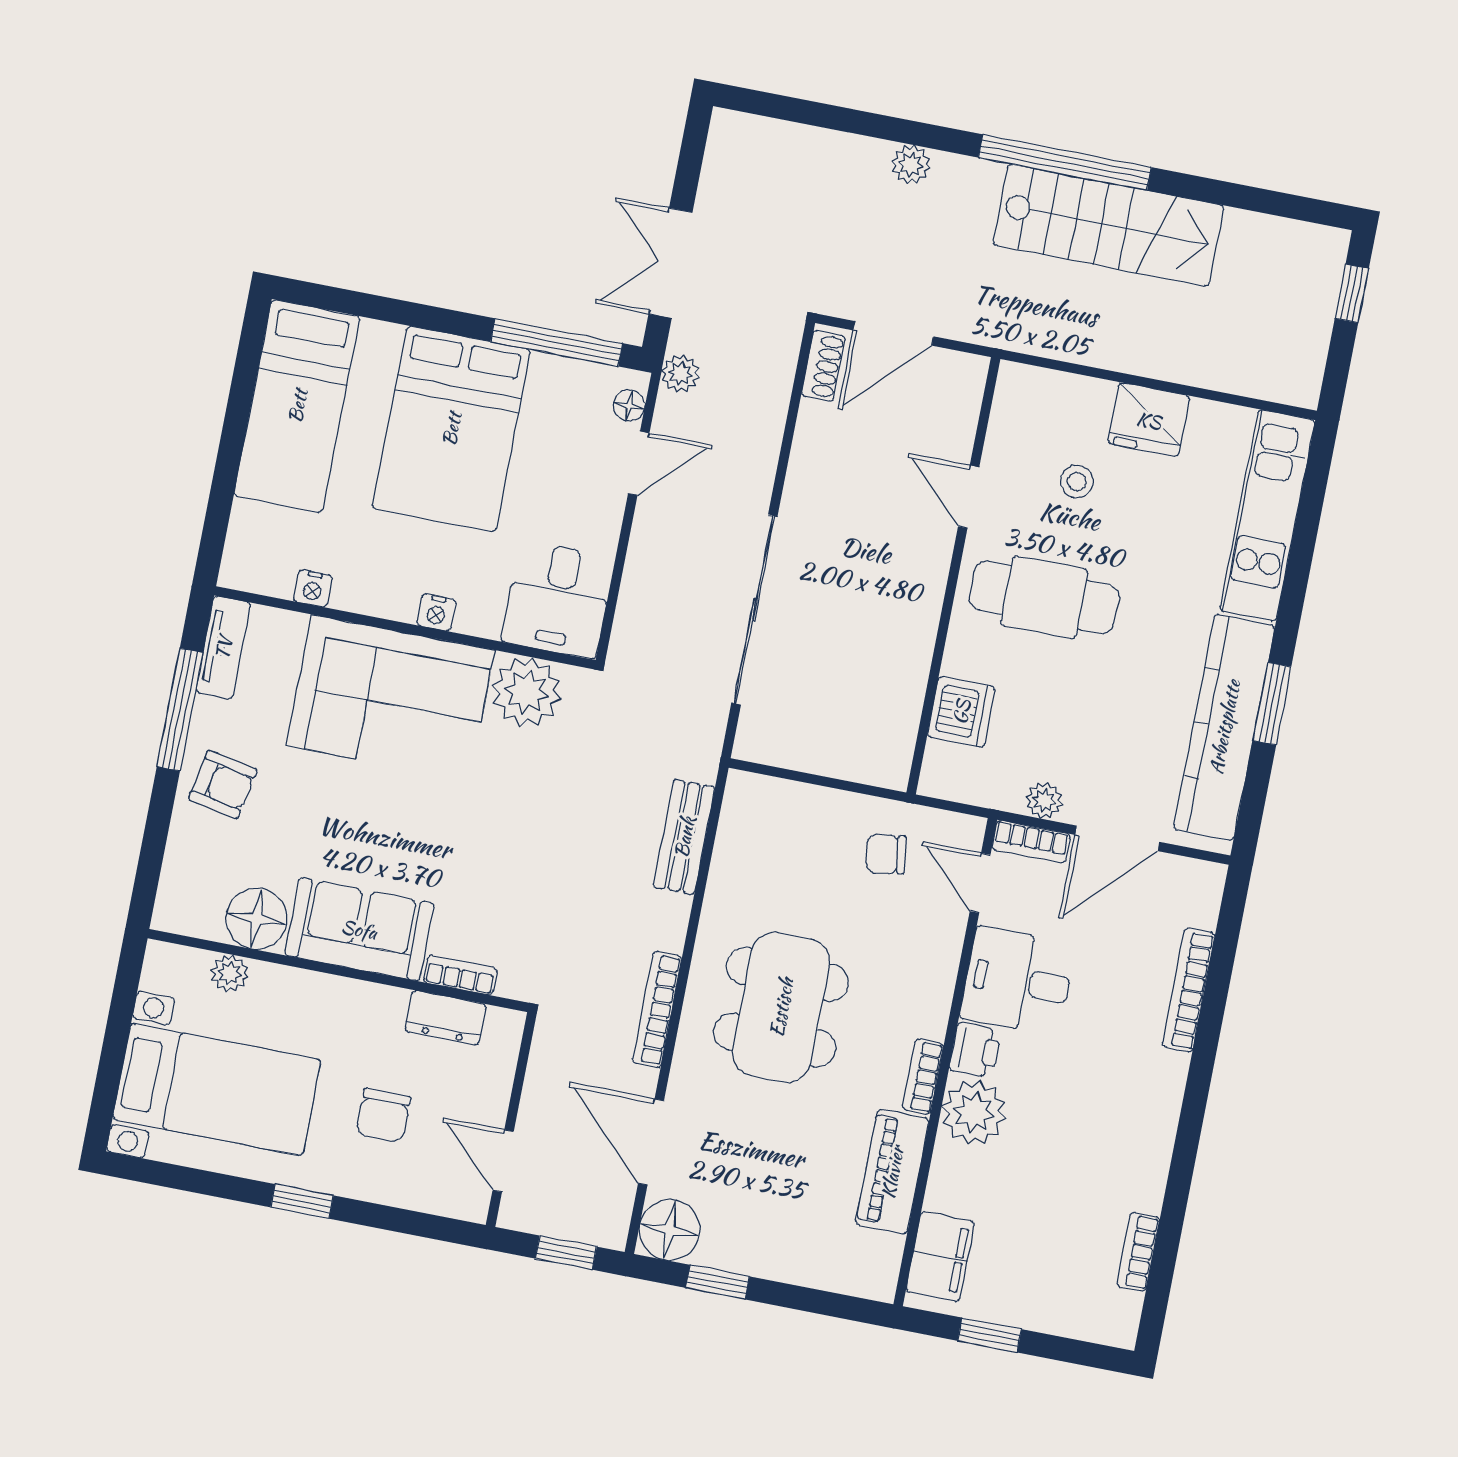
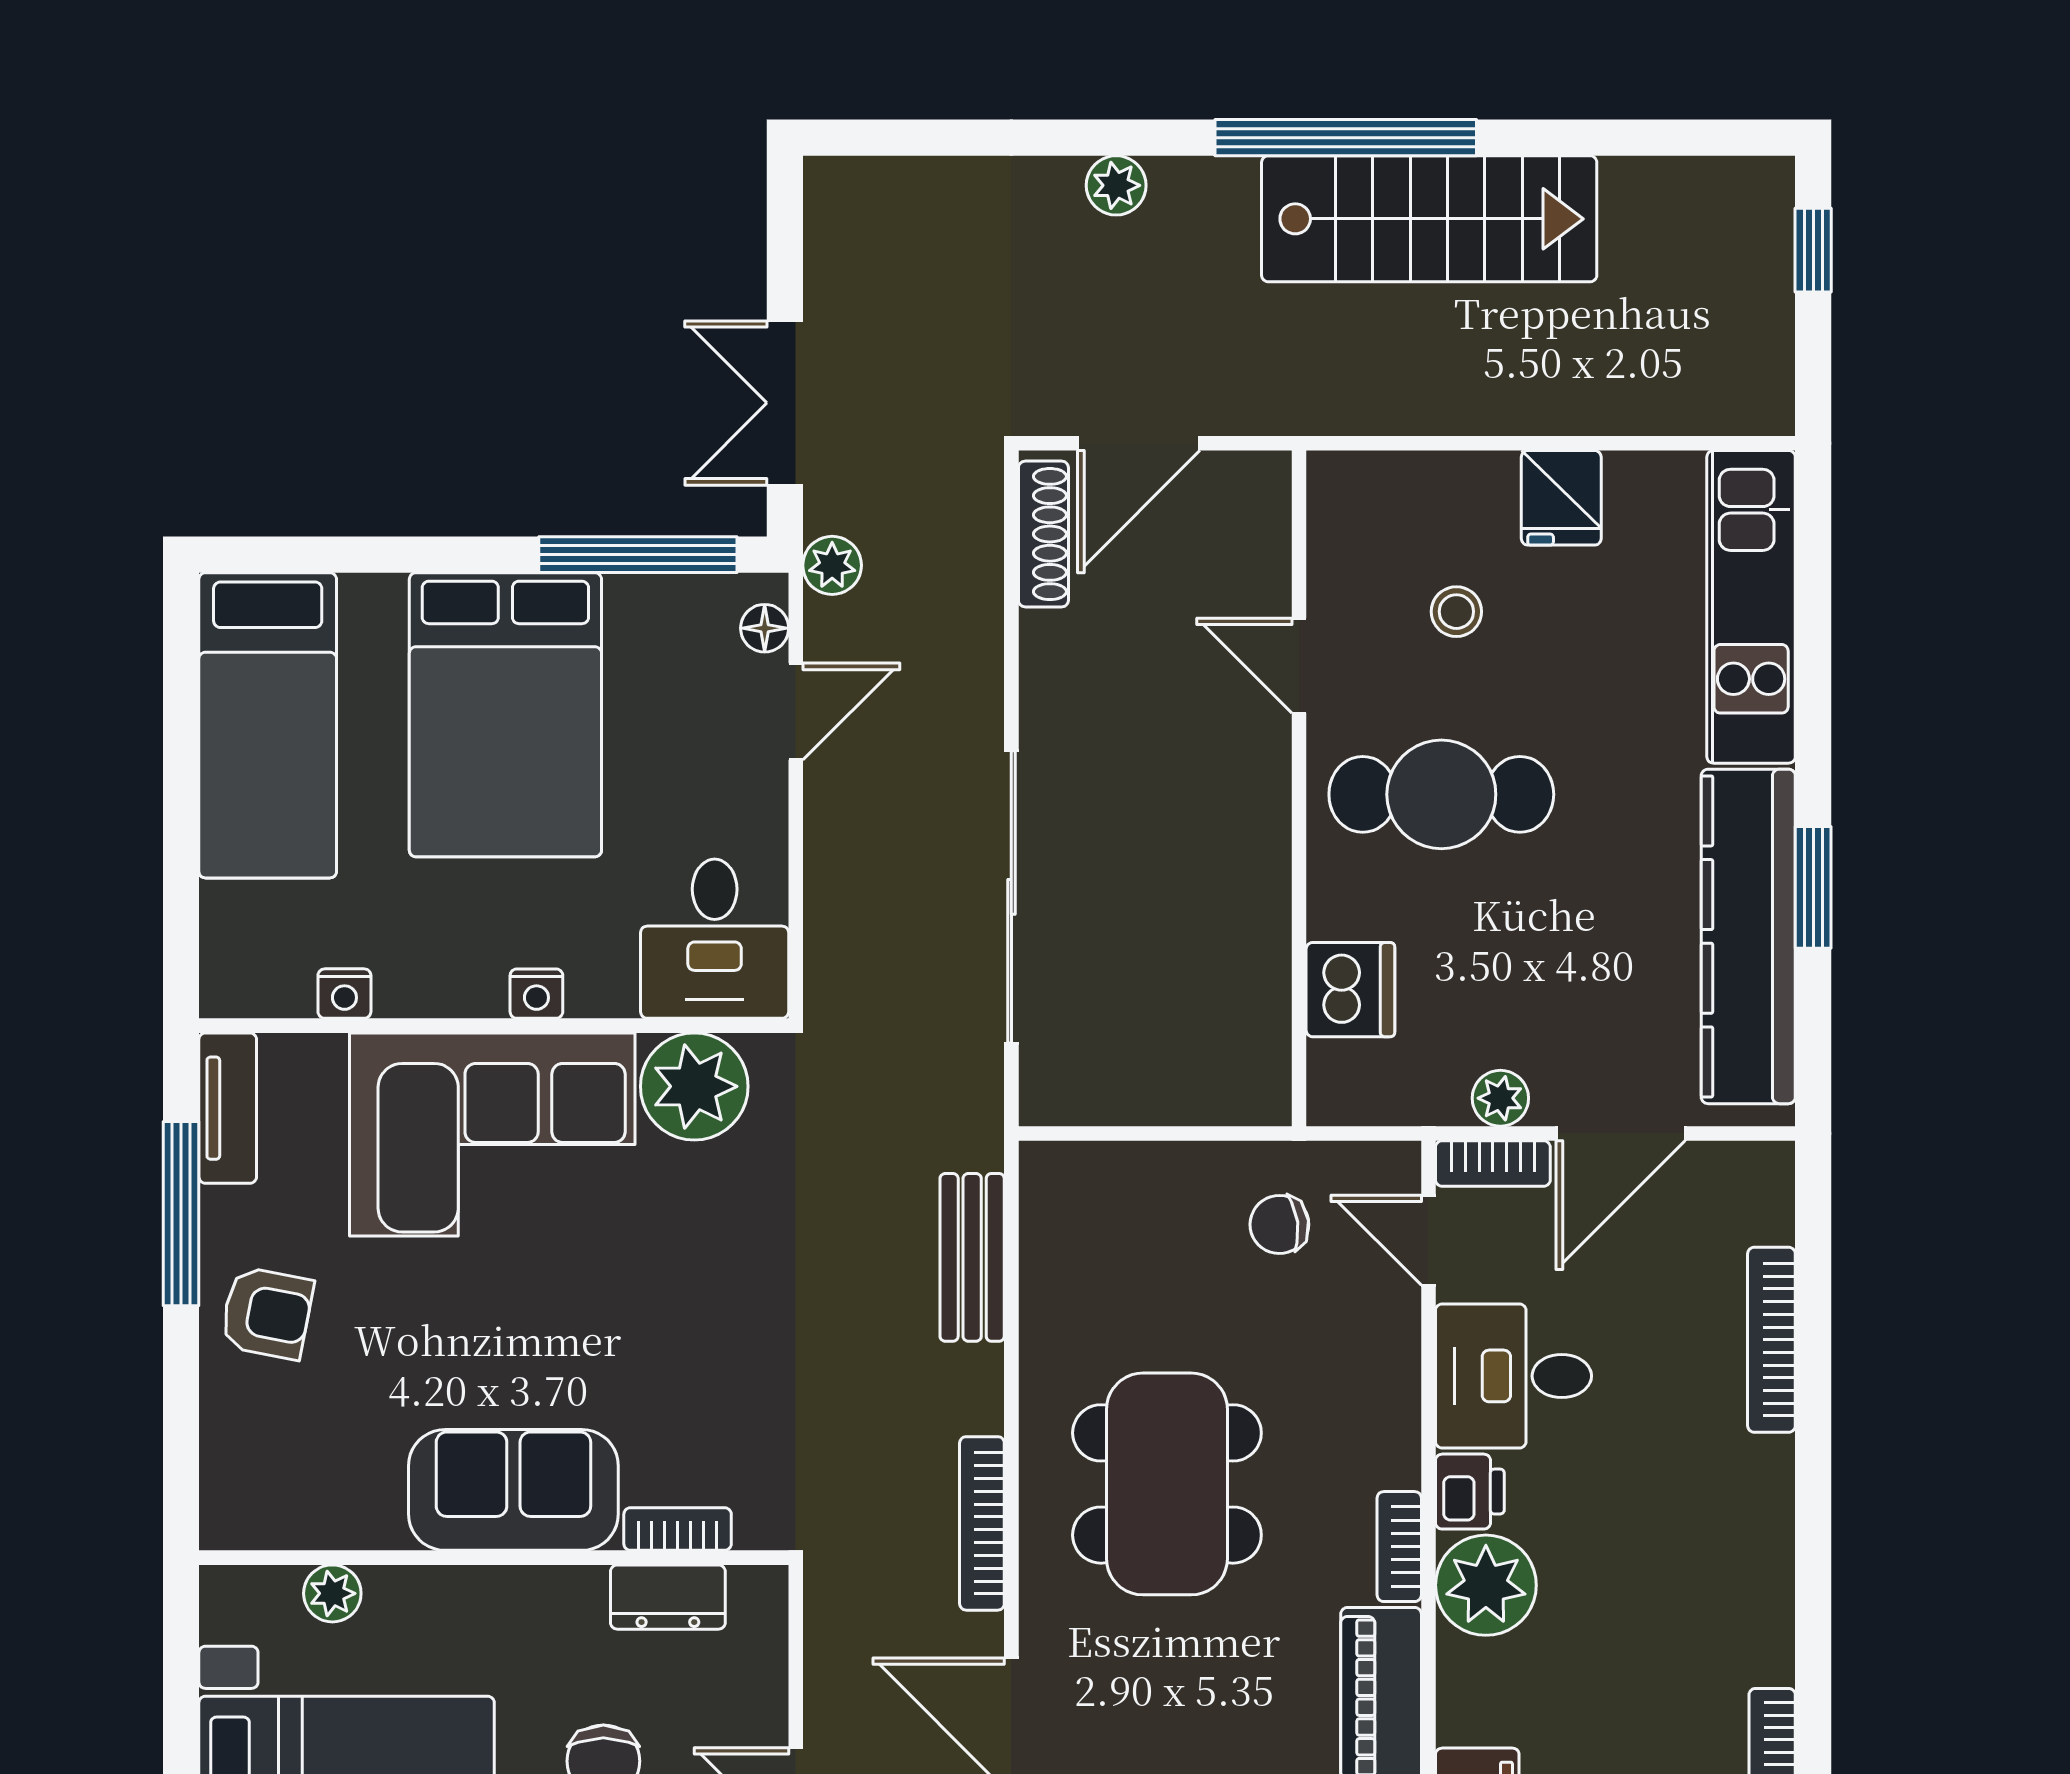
shoe rack: (823, 366) -> (1043, 534), width x1.43
fridge: (1149, 420) -> (1561, 498), width x0.72
floor lamp: (257, 919) -> (356, 1504), removed

